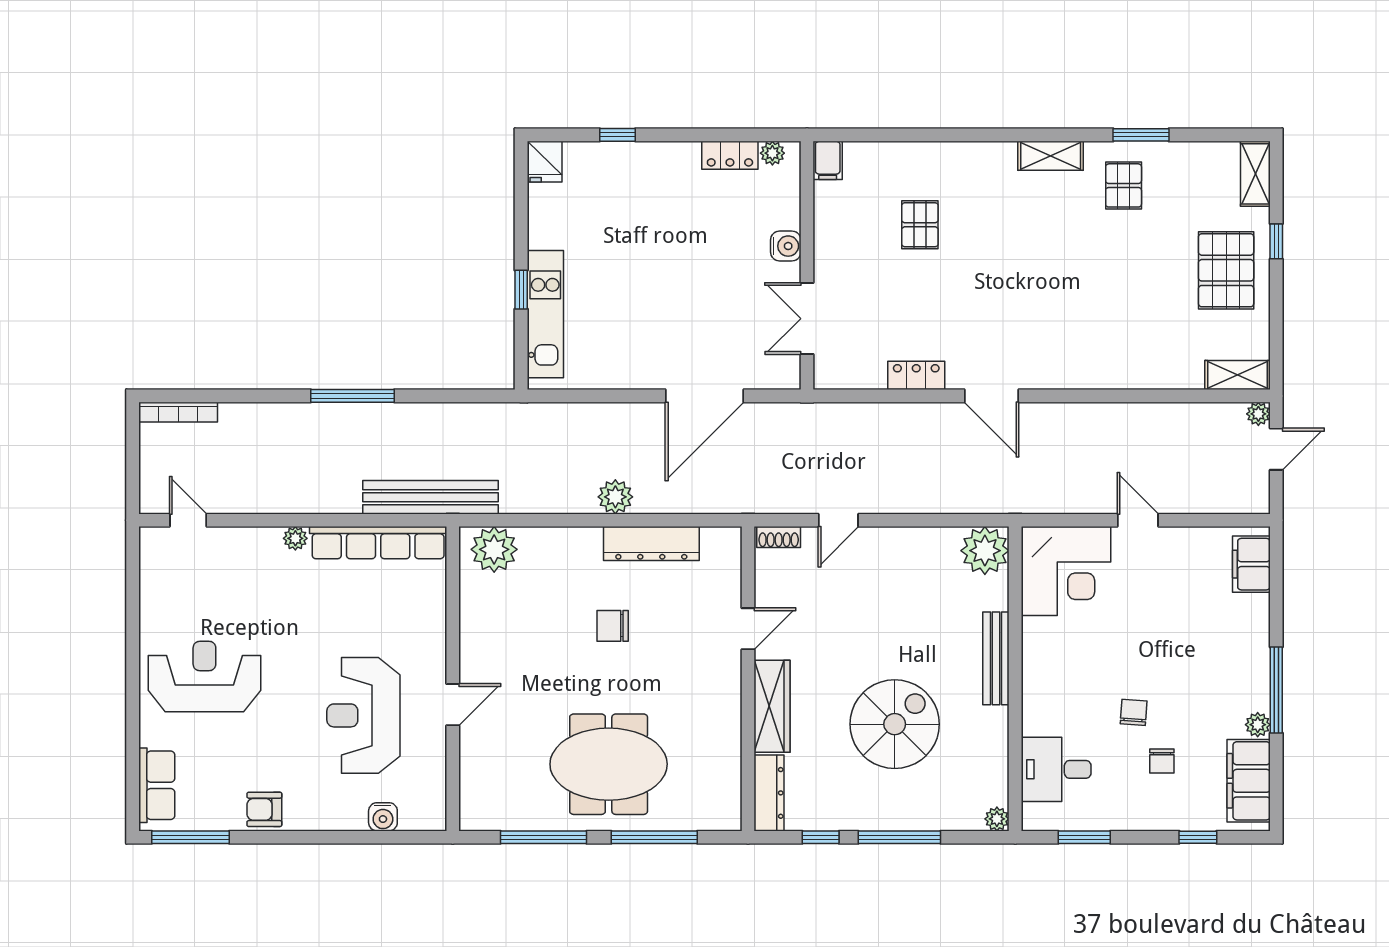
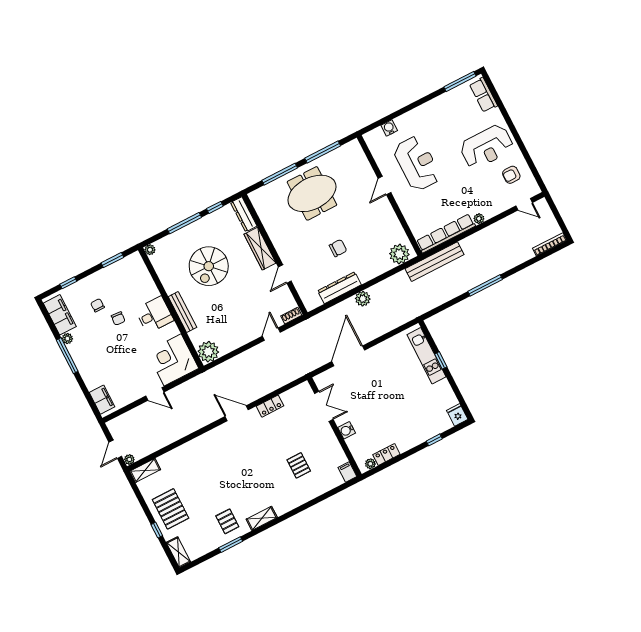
desk: (1056, 769) -> (154, 315), moved
armchair: (264, 809) -> (511, 175), moved, turned 180

